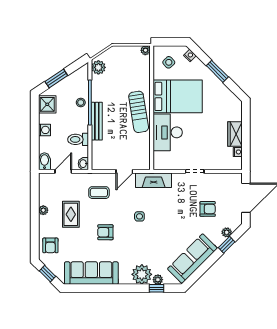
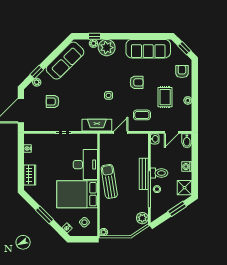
wardrobe: (235, 134) -> (30, 175), moved
toilet: (78, 139) -> (159, 173), moved

